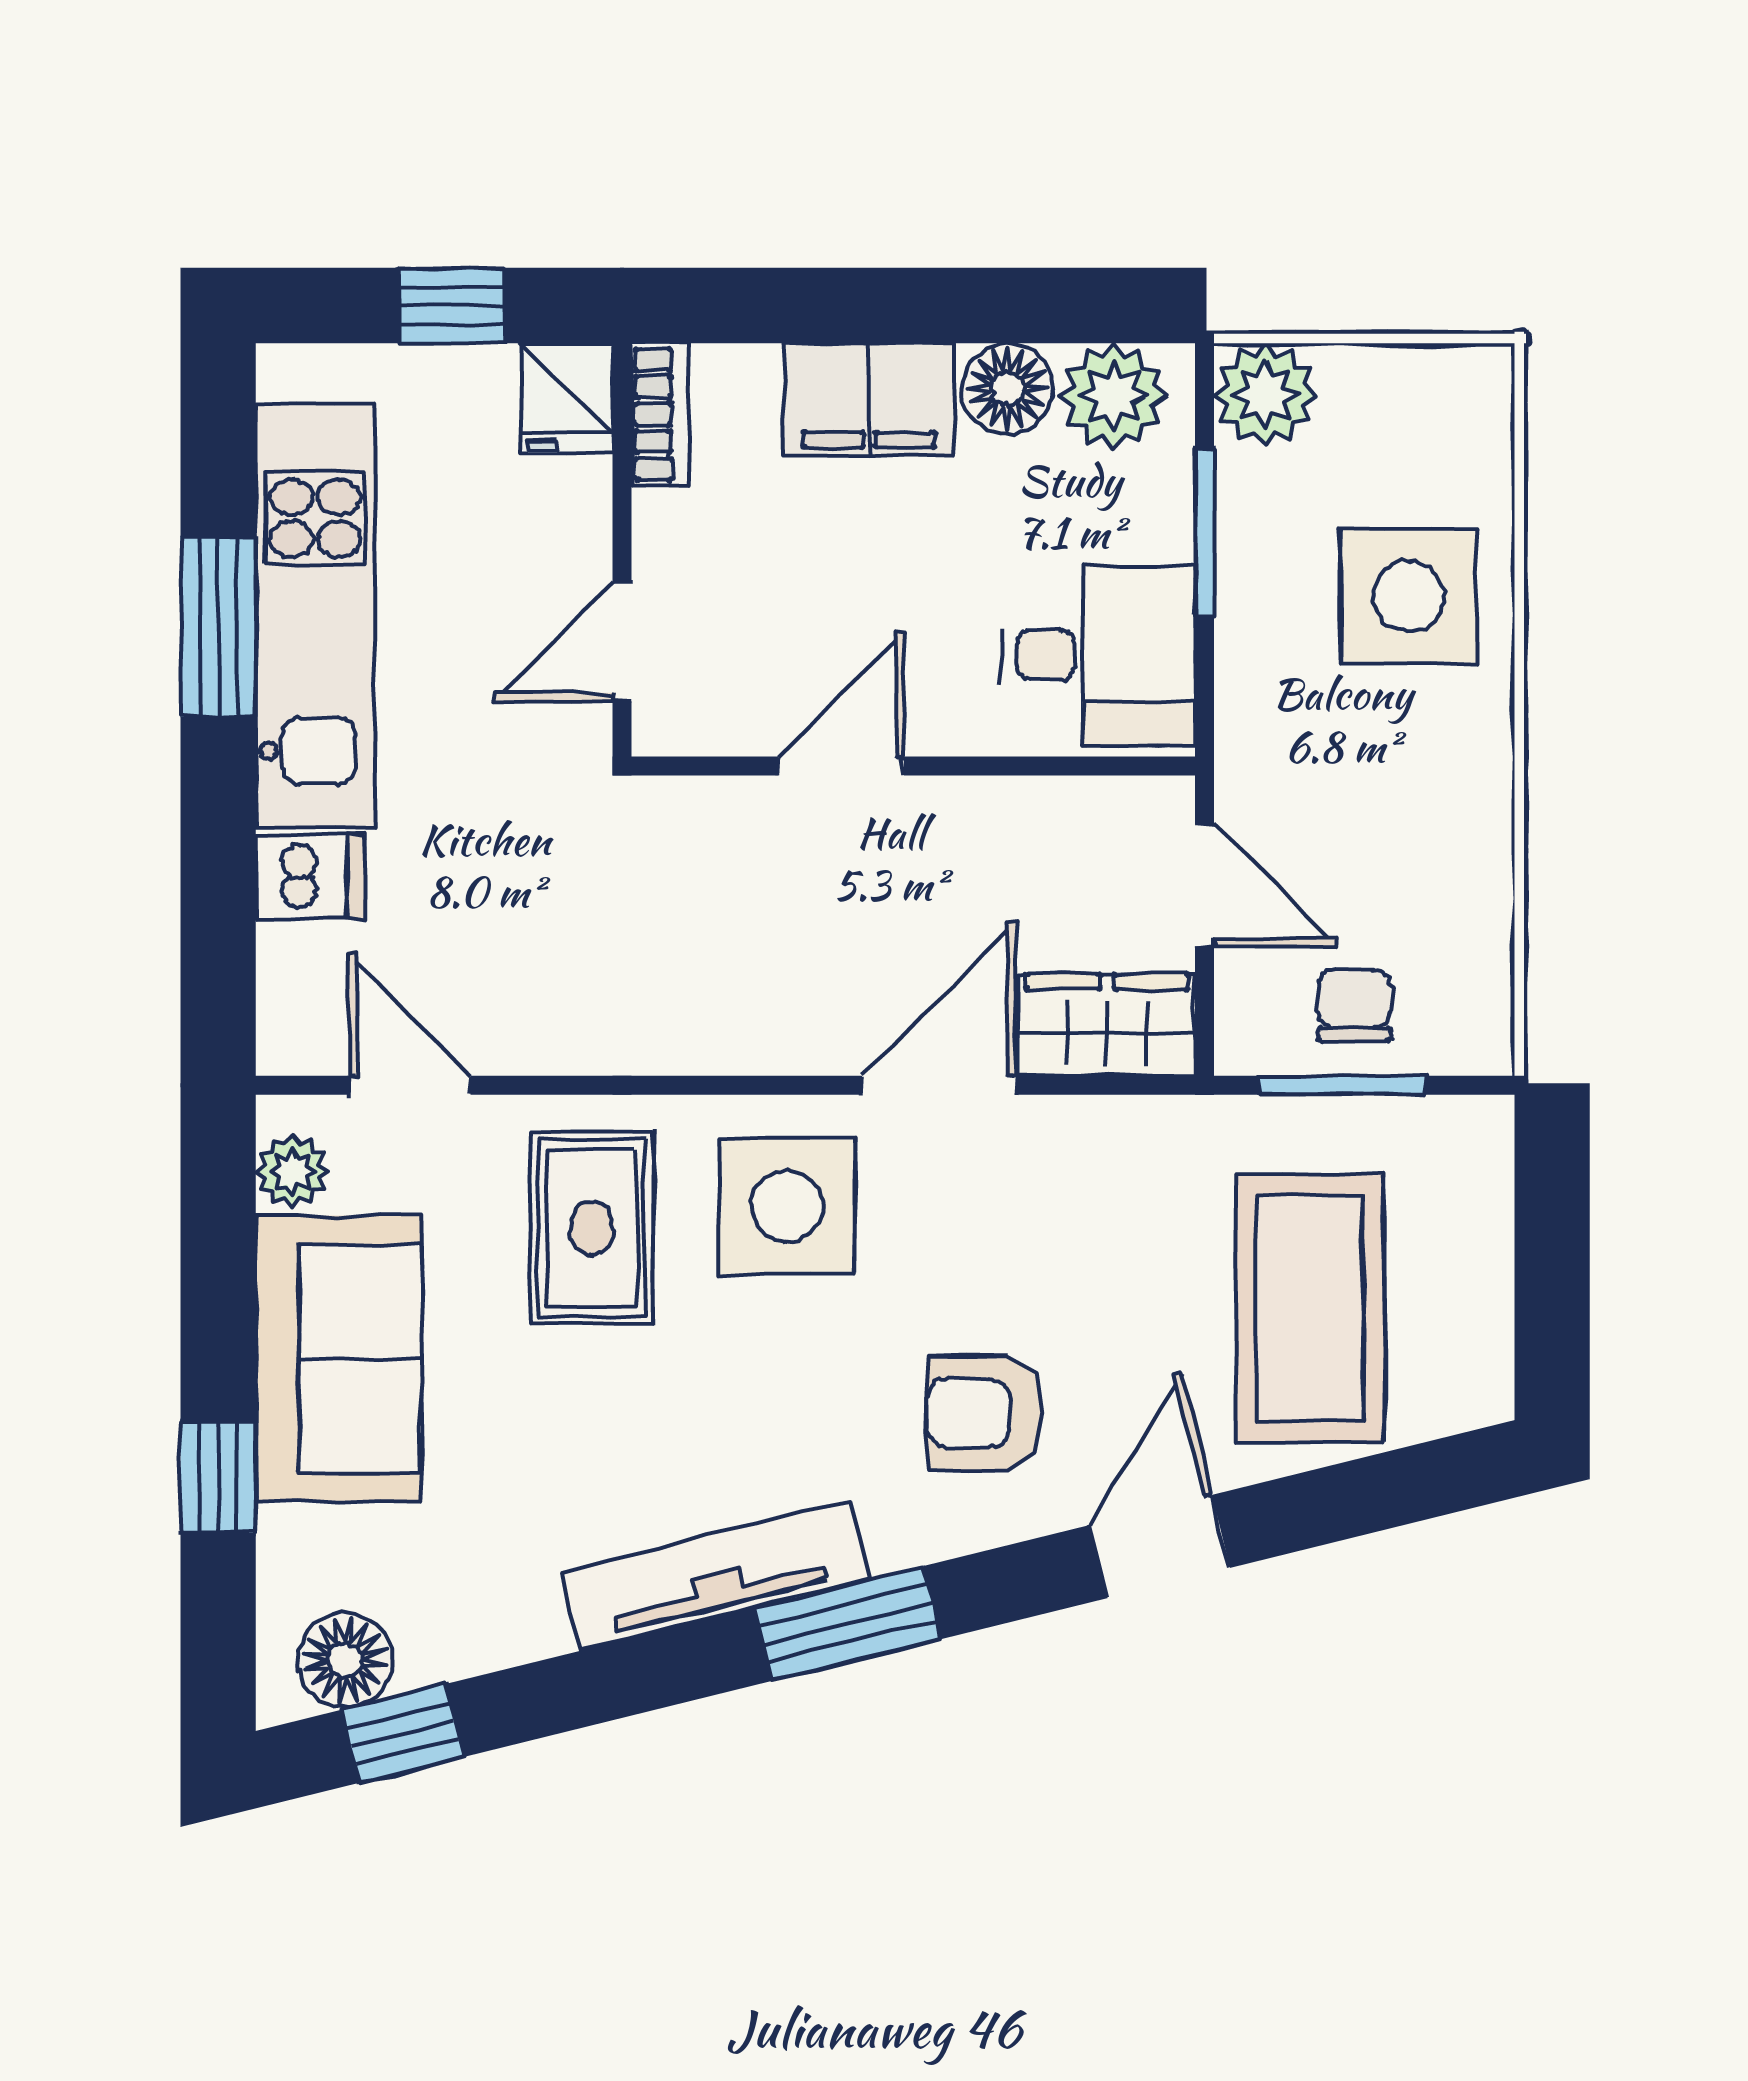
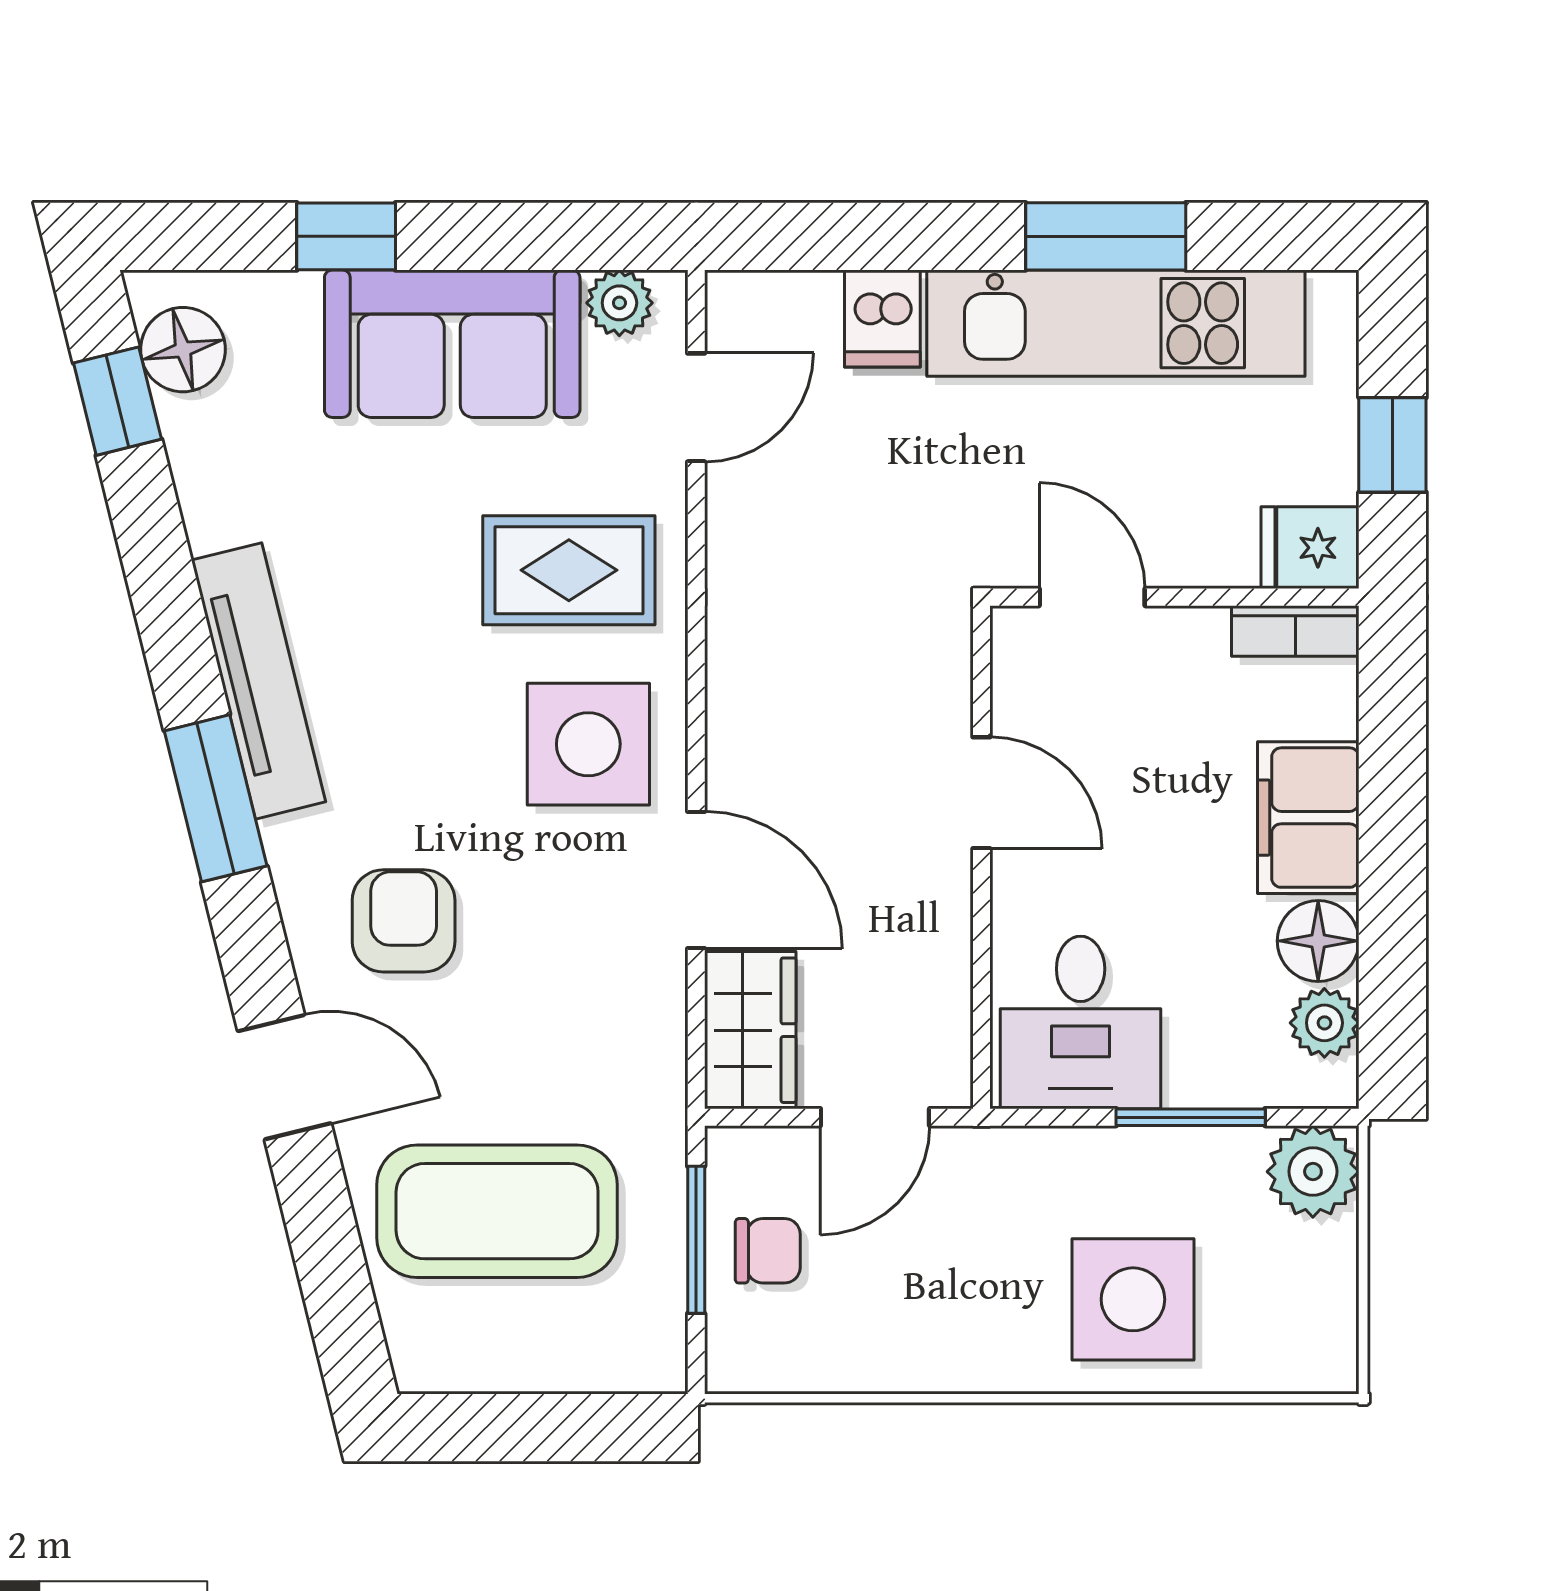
plant: (1113, 396) -> (1324, 1023), width x0.73, depth x0.73

